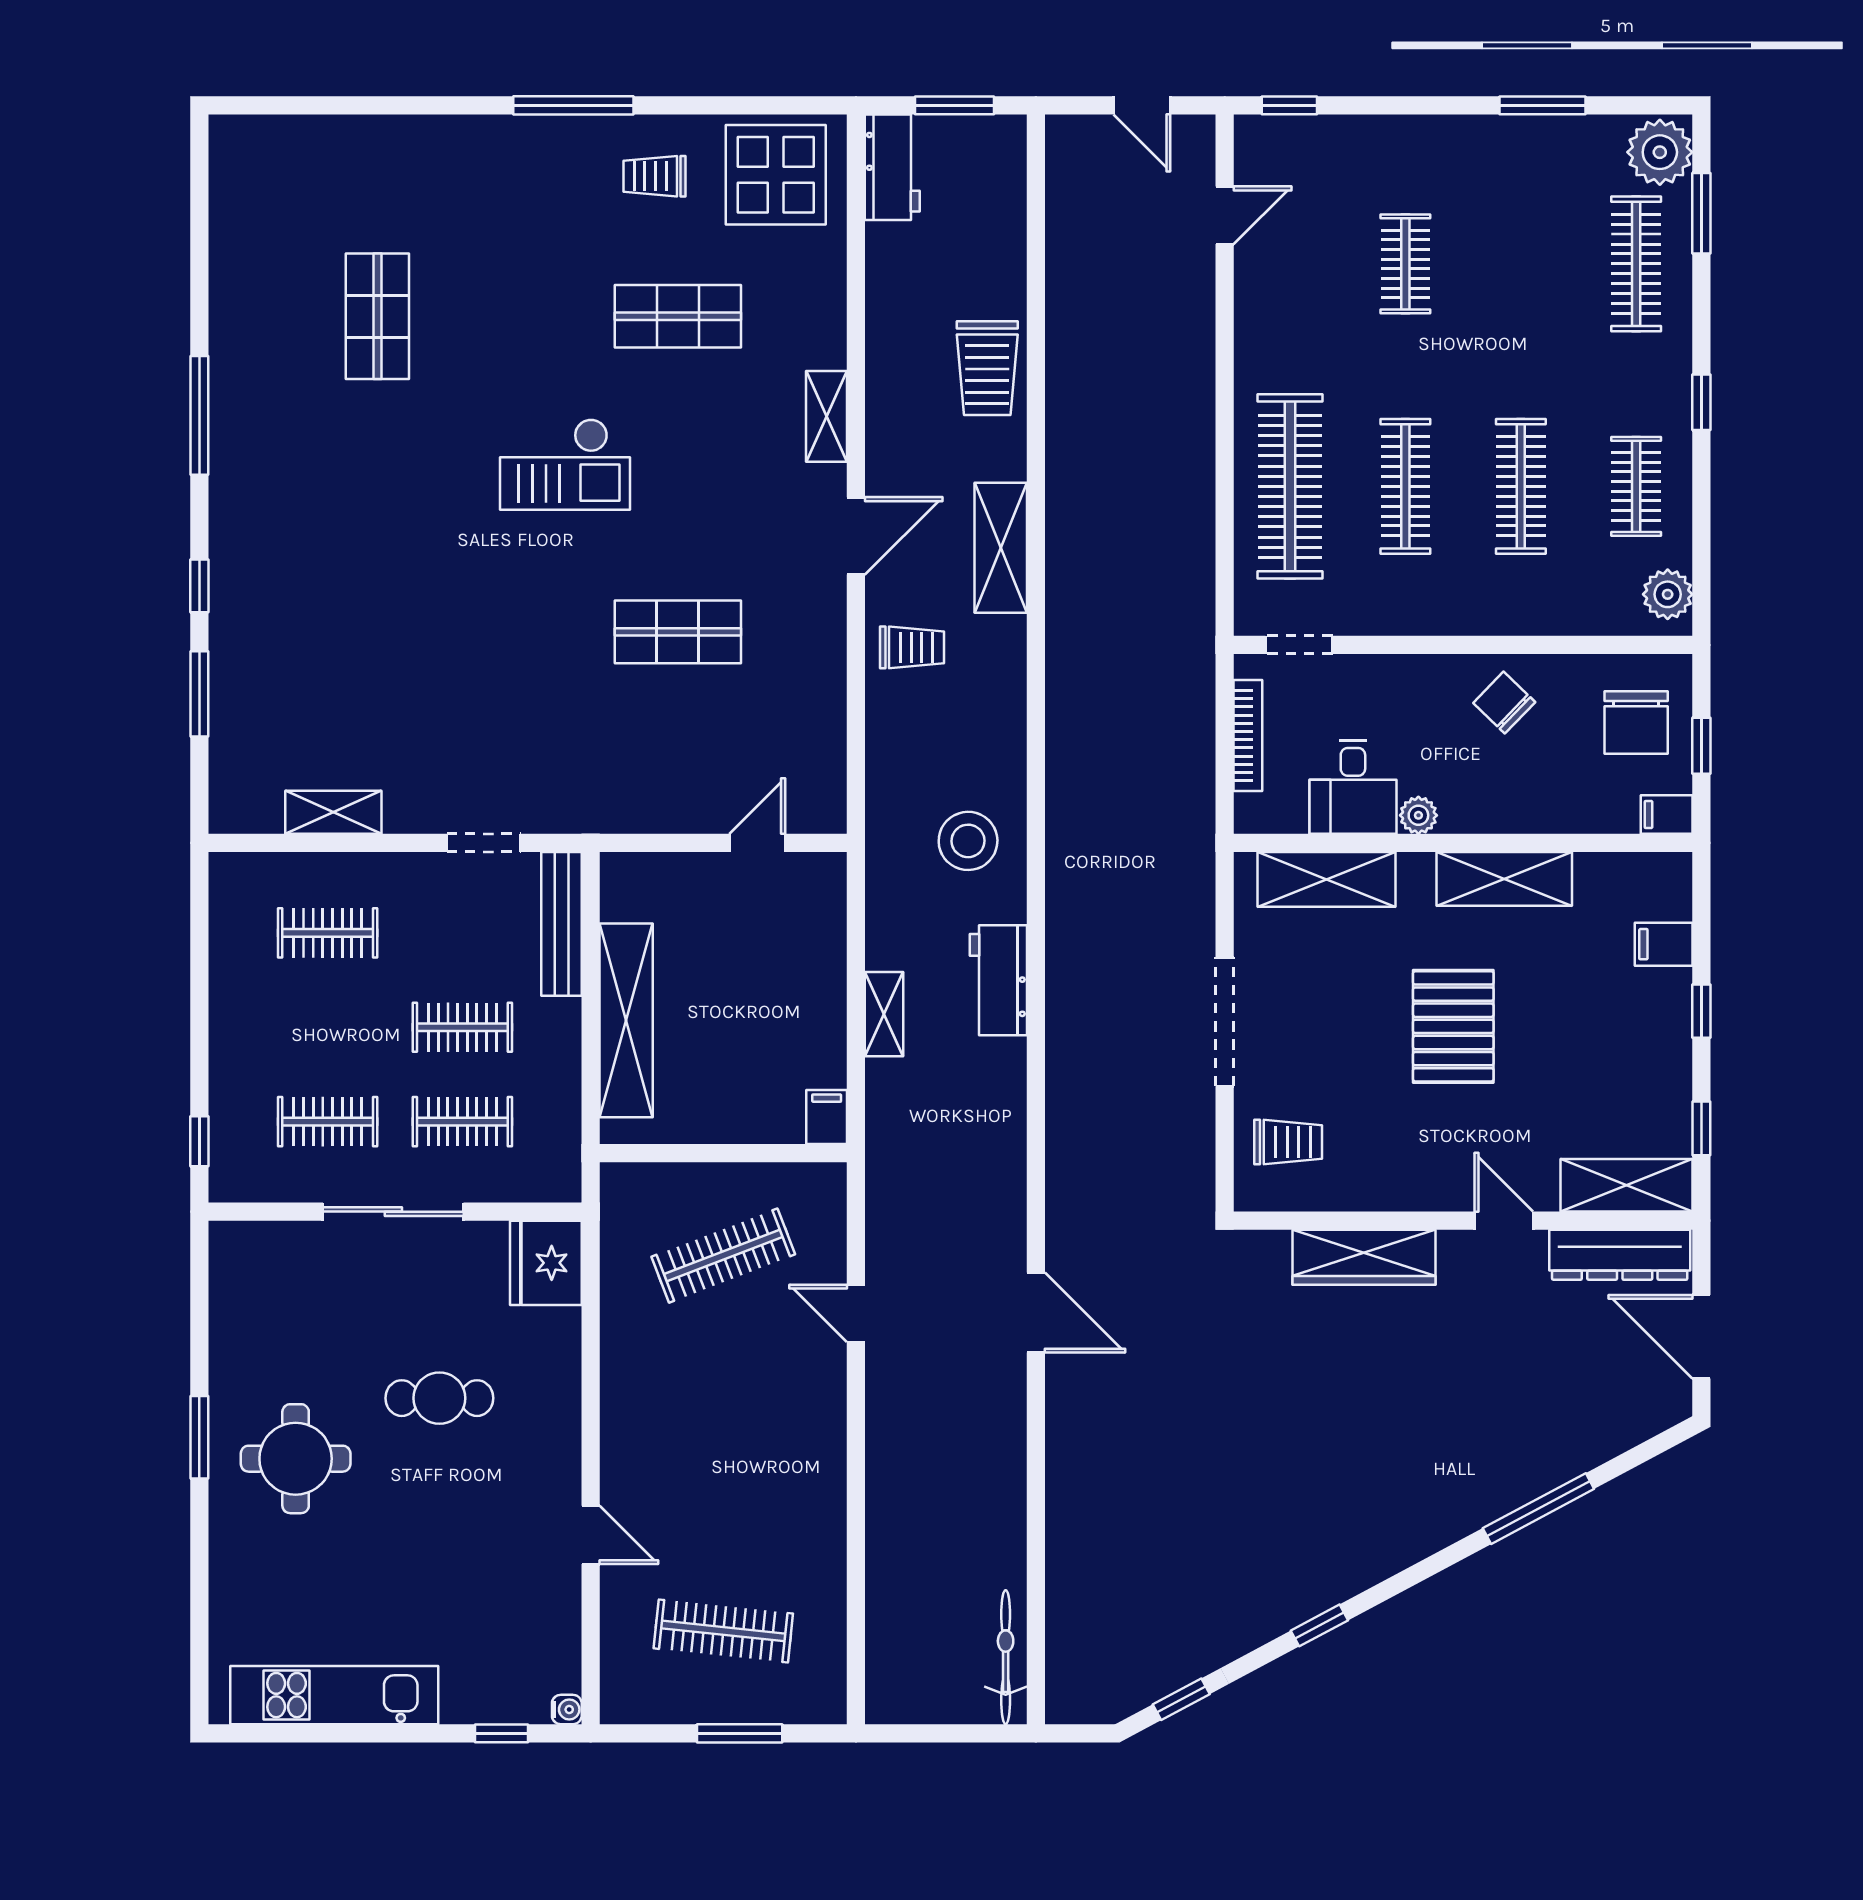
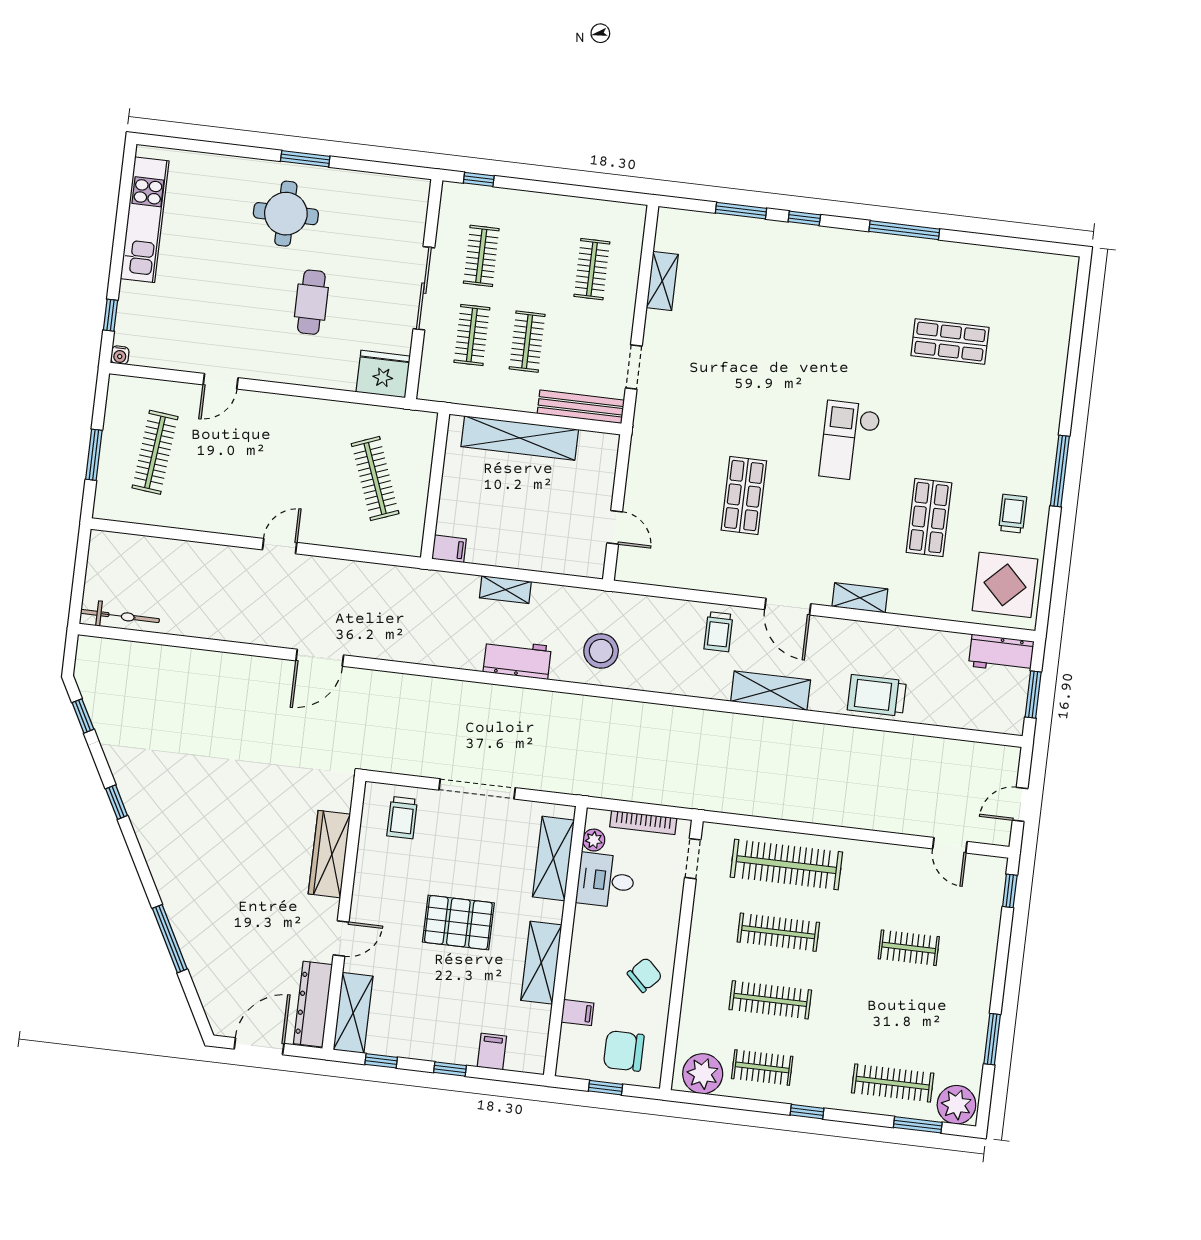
plant: (1668, 594) -> (703, 1074), width x1.36, depth x1.36
filing cabinet: (1667, 814) -> (577, 1013), moved, turned 90
plant: (1418, 815) -> (594, 840), moved
door: (856, 1313) -> (280, 546), moved

